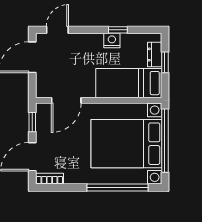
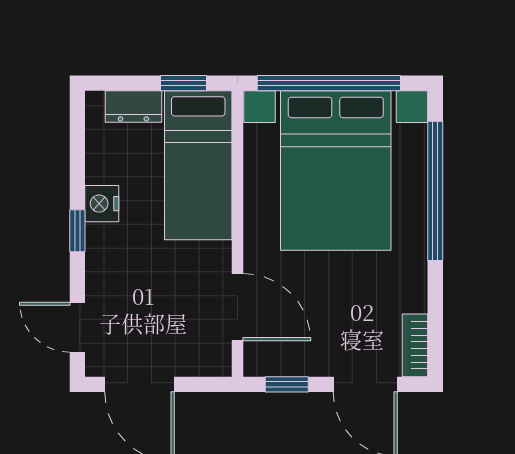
window: (118, 30) -> (77, 231), moved
window: (165, 62) -> (183, 83), moved

